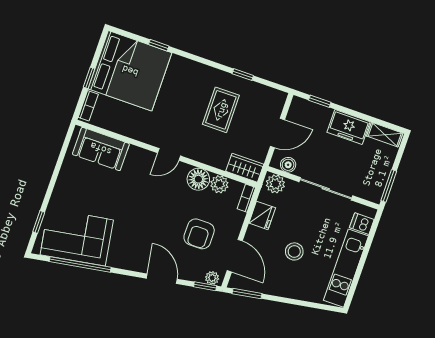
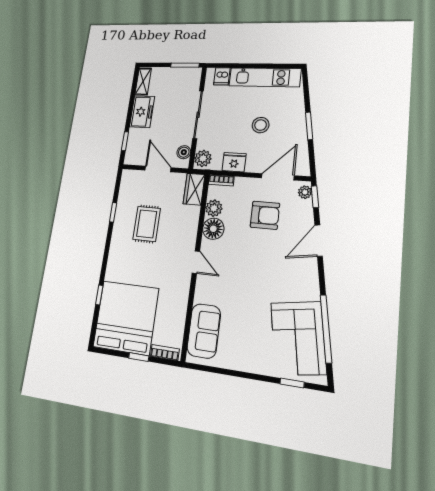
rug: (221, 110) -> (147, 224), turned 90
window: (247, 294) -> (309, 126), moved

